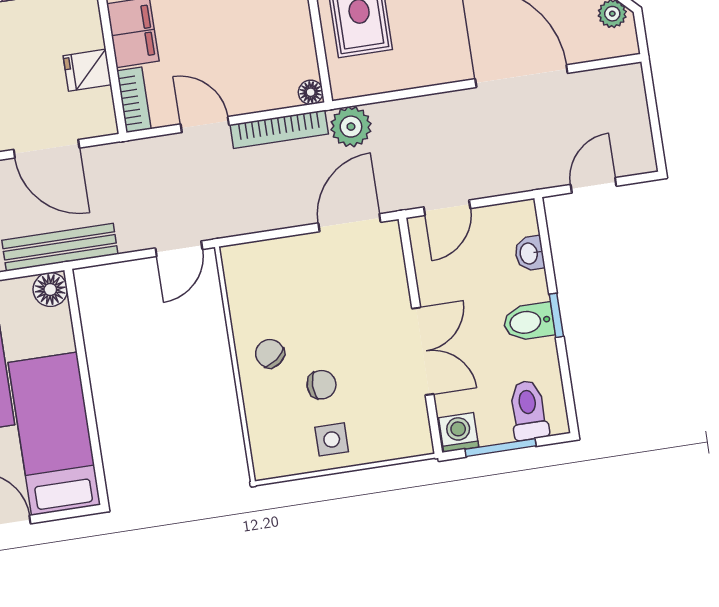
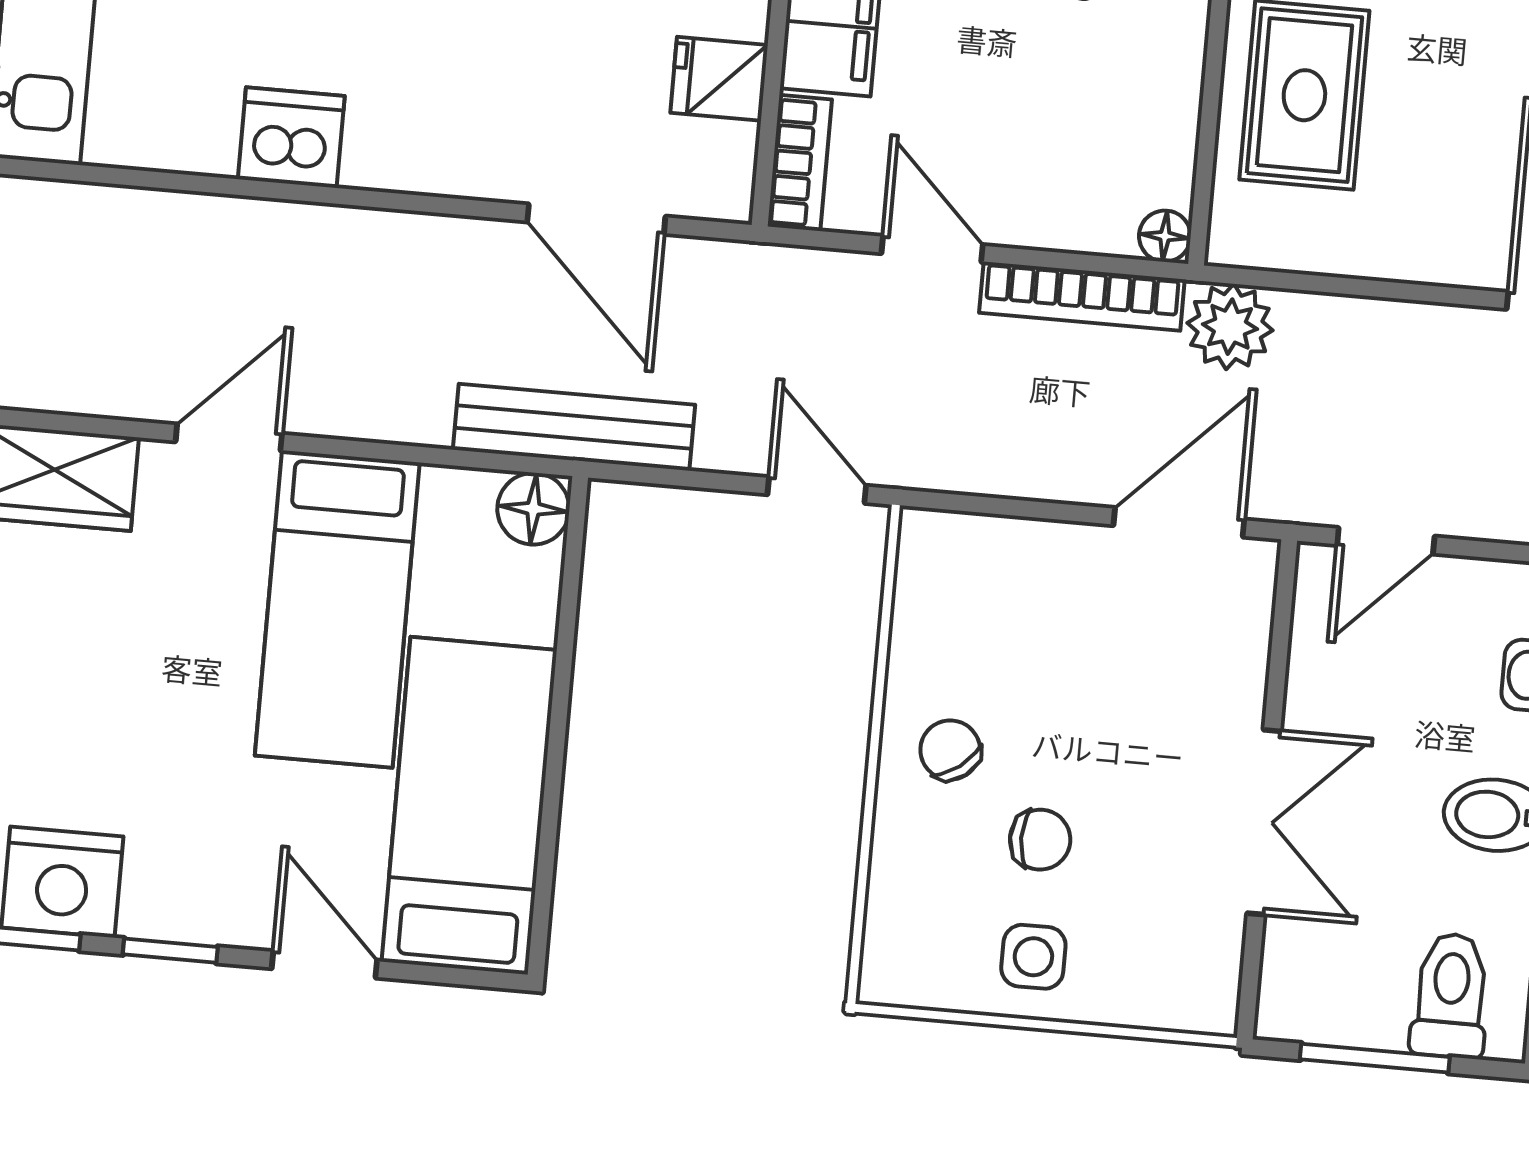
door: (179, 249) -> (817, 490), swing flipped
washing machine: (459, 432) -> (1297, 1006), removed

